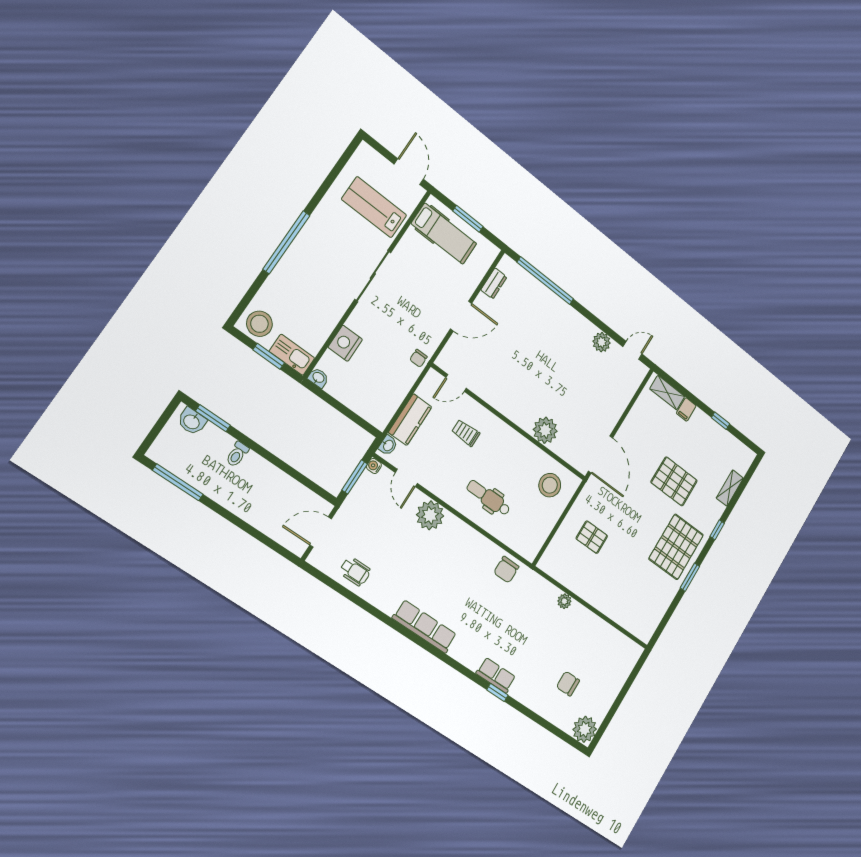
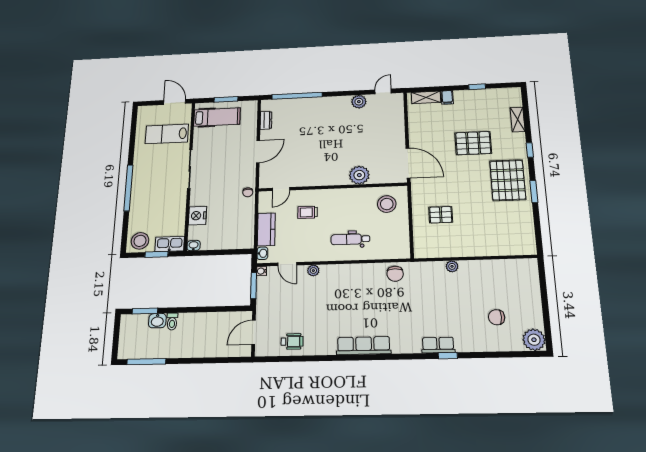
washbasin: (192, 421) -> (157, 321), moved
plant: (430, 515) -> (313, 271), width x0.53, depth x0.53

